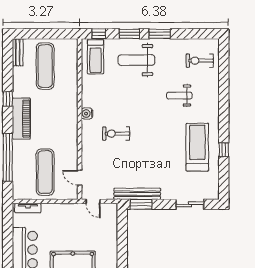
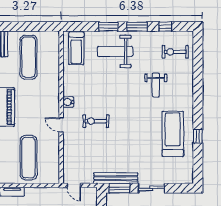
window: (99, 34) -> (165, 27), moved
weight bench: (179, 96) -> (156, 85), turned -90
door: (80, 178) -> (61, 125), moved
sliding door: (190, 204) -> (151, 188), moved

